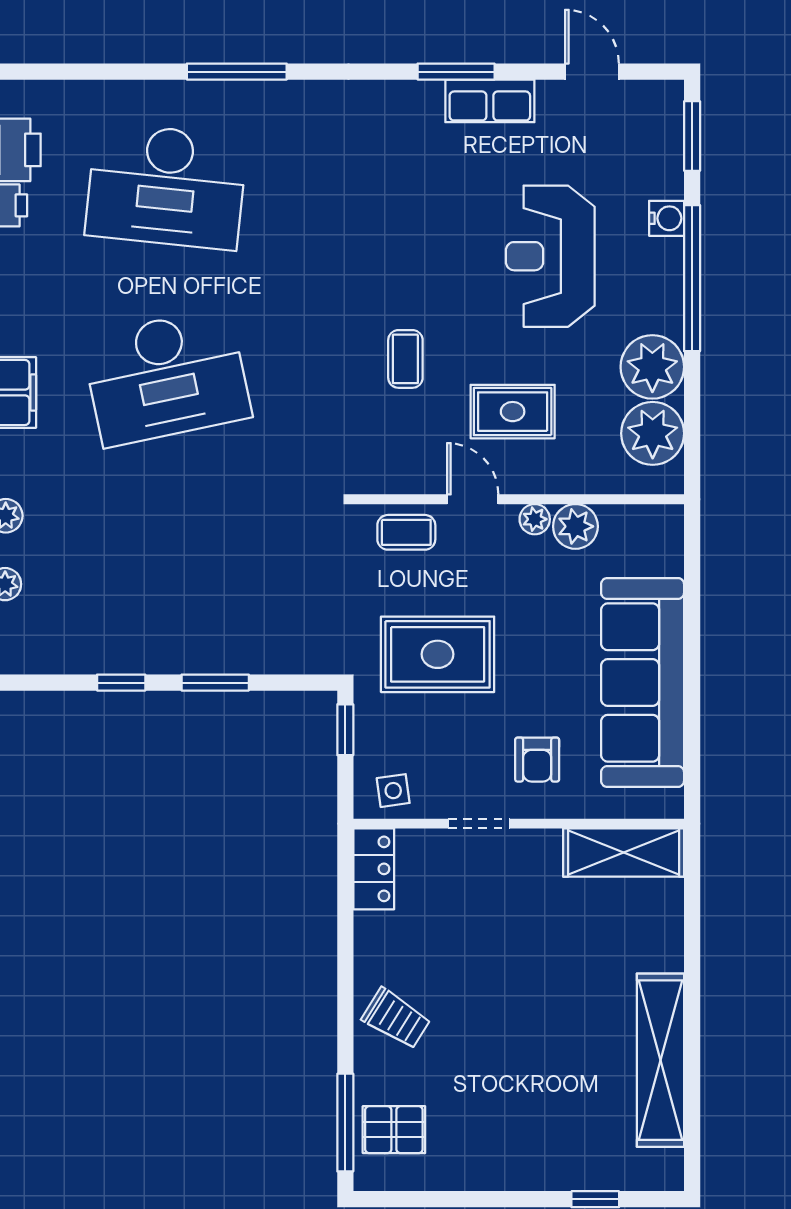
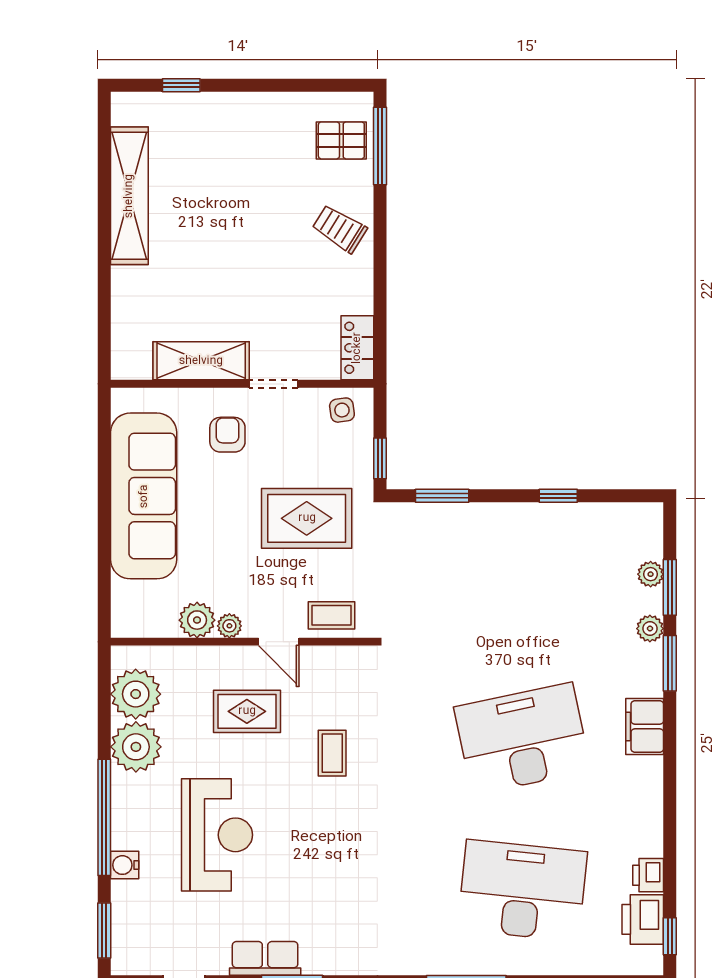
window: (215, 683) -> (442, 496), moved
shelving: (624, 853) -> (201, 361), moved

